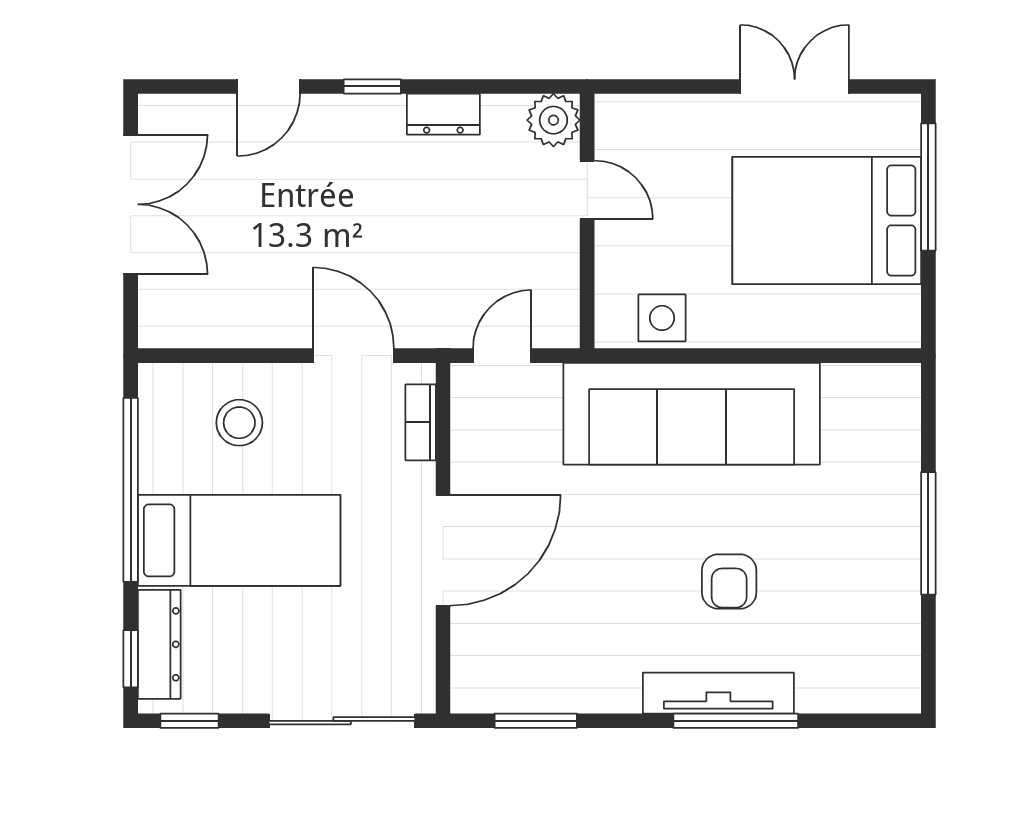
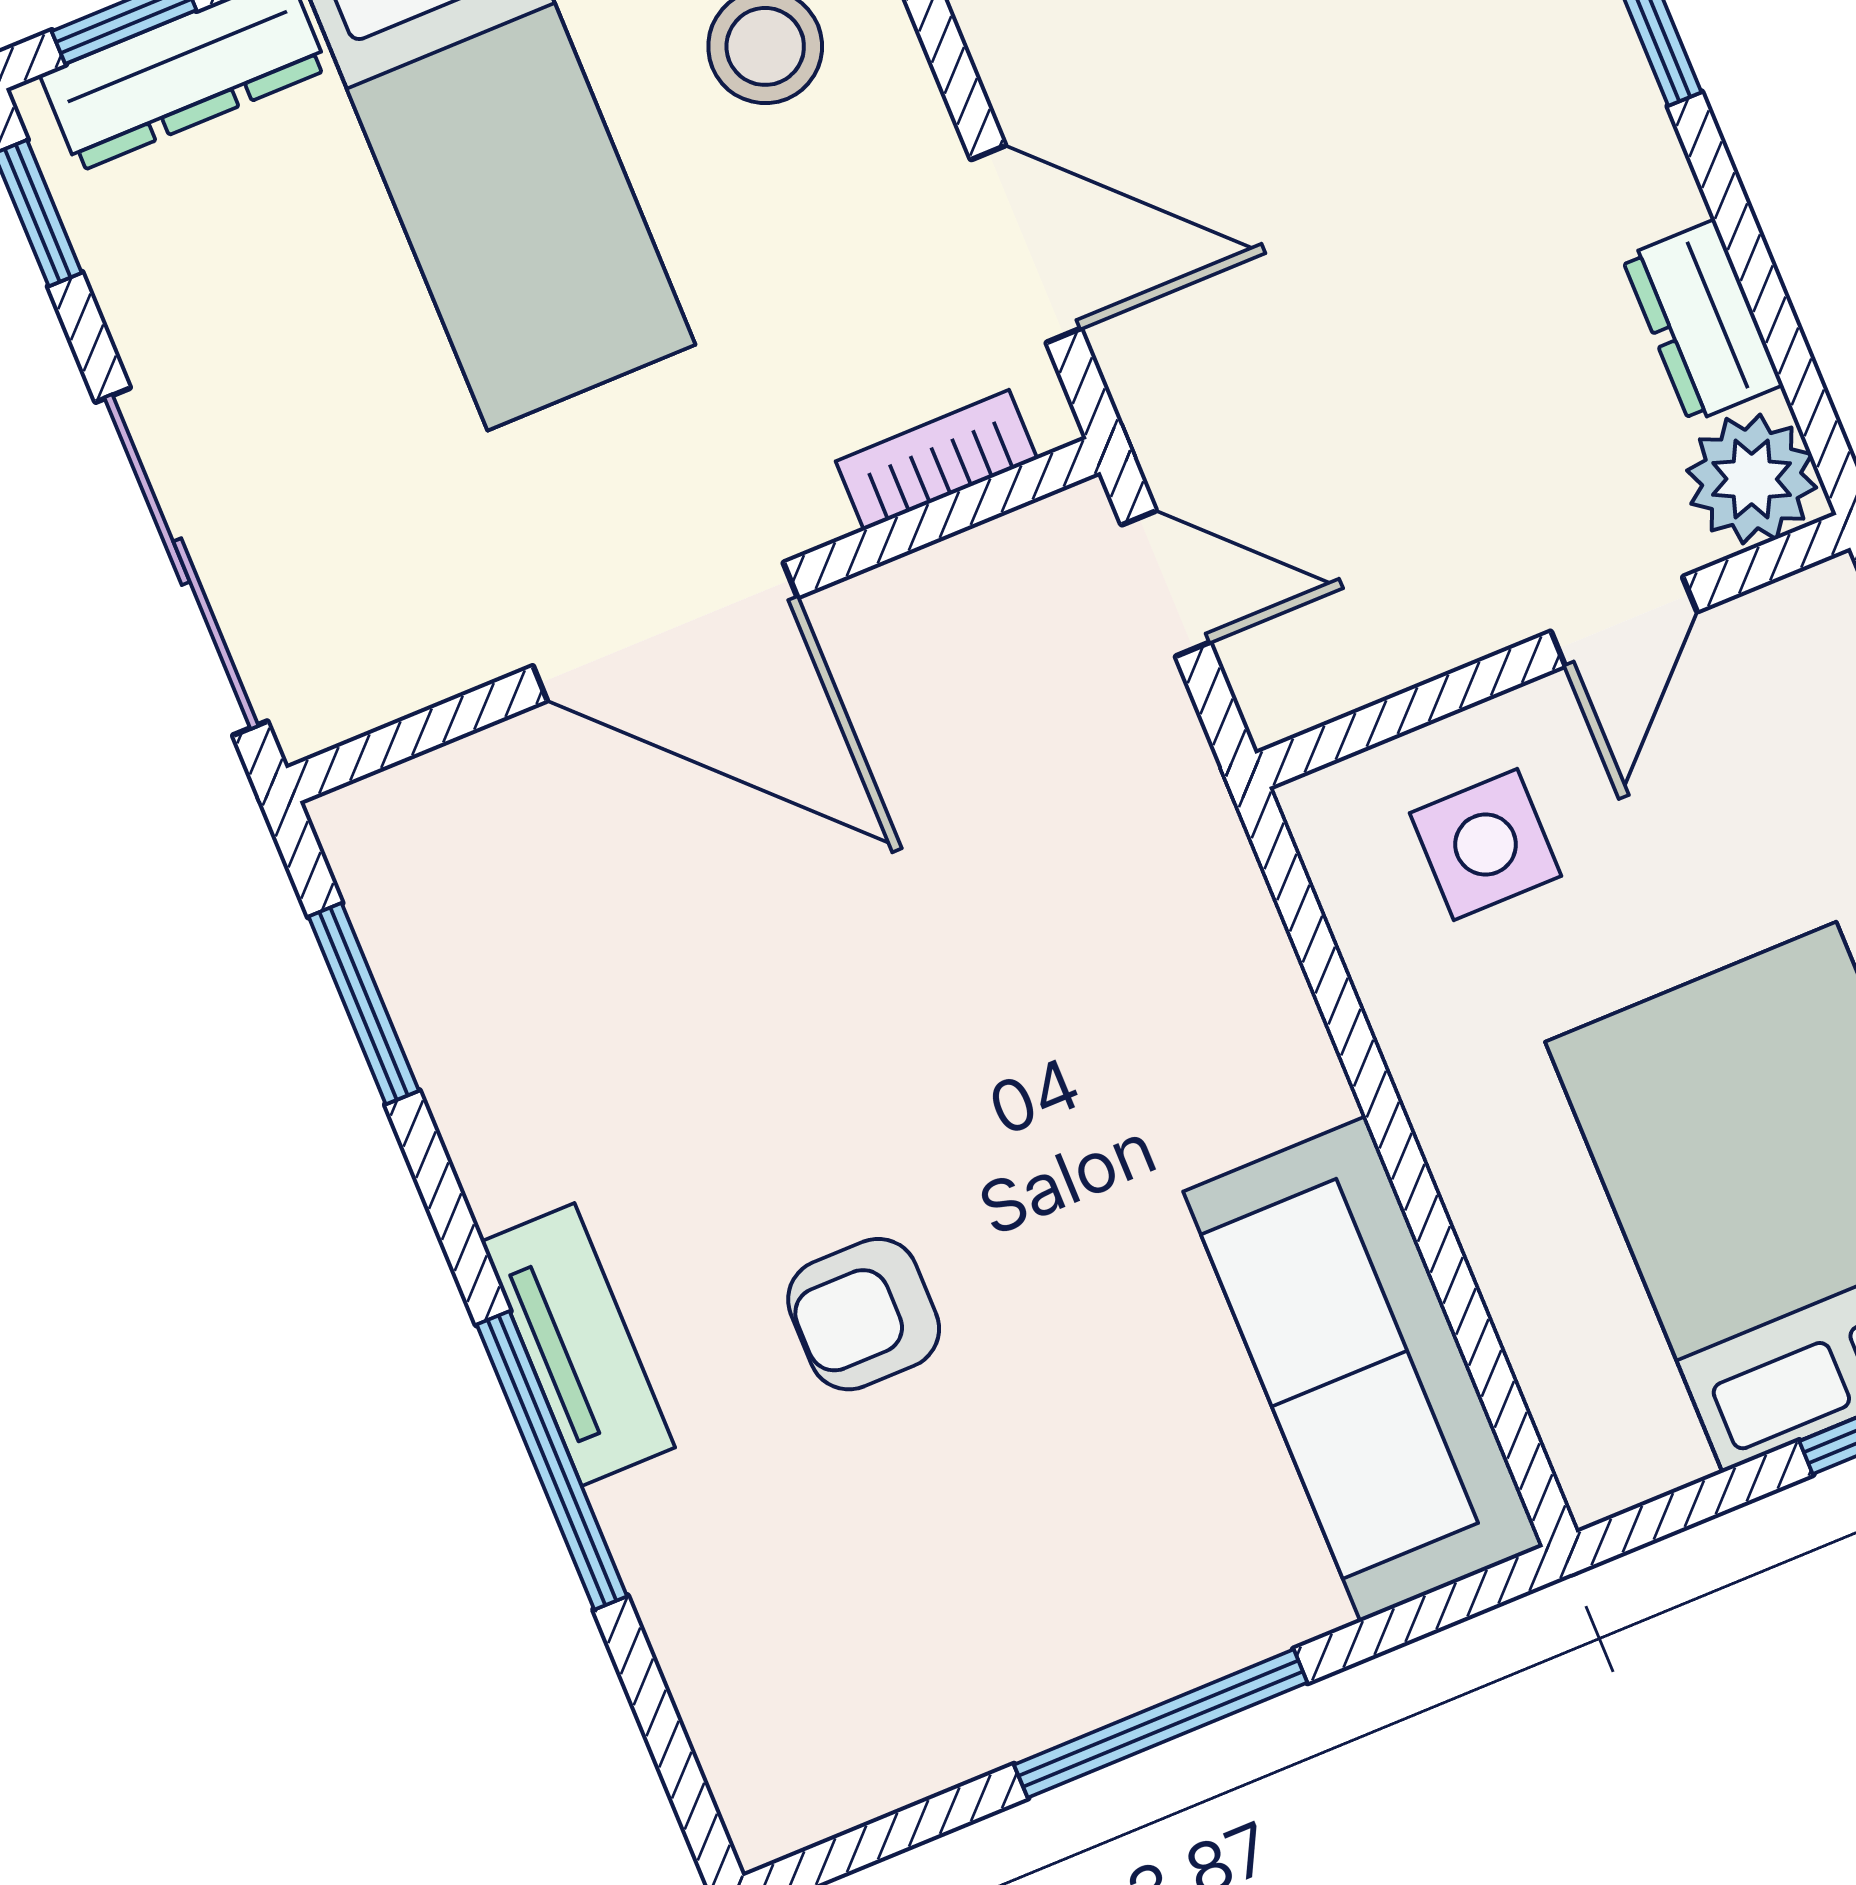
dresser: (443, 114) -> (1702, 321), moved
side table: (662, 318) -> (1486, 844), moved
door: (353, 356) -> (1026, 244), hinge flipped
sofa: (692, 414) -> (1363, 1369), moved, width x0.74, depth x0.79
tv unit: (718, 693) -> (578, 1344), width x0.71

